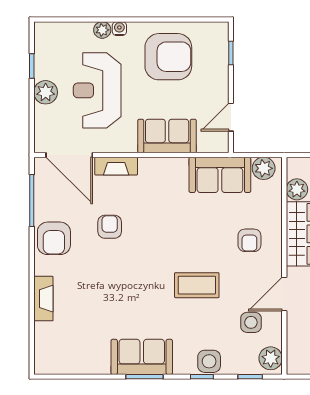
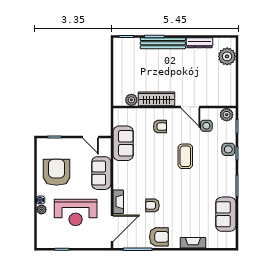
plant: (46, 92) -> (77, 242), removed
plant: (264, 168) -> (119, 119), removed
sofa: (142, 357) -> (226, 214), moved

